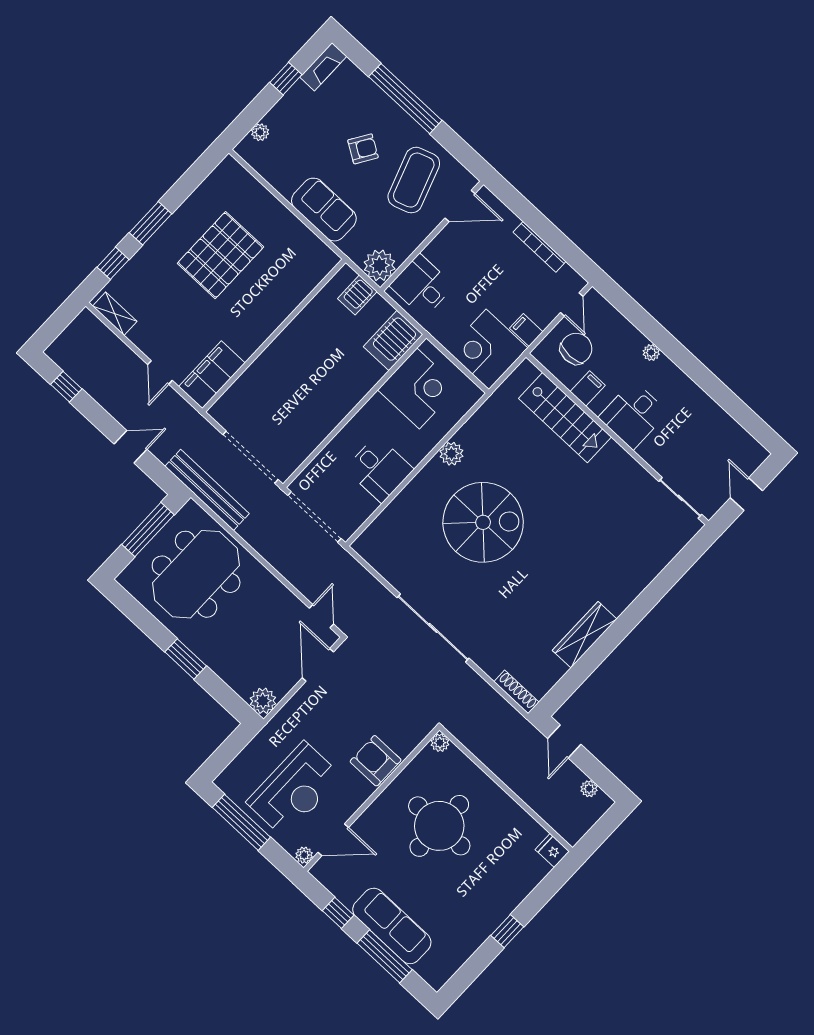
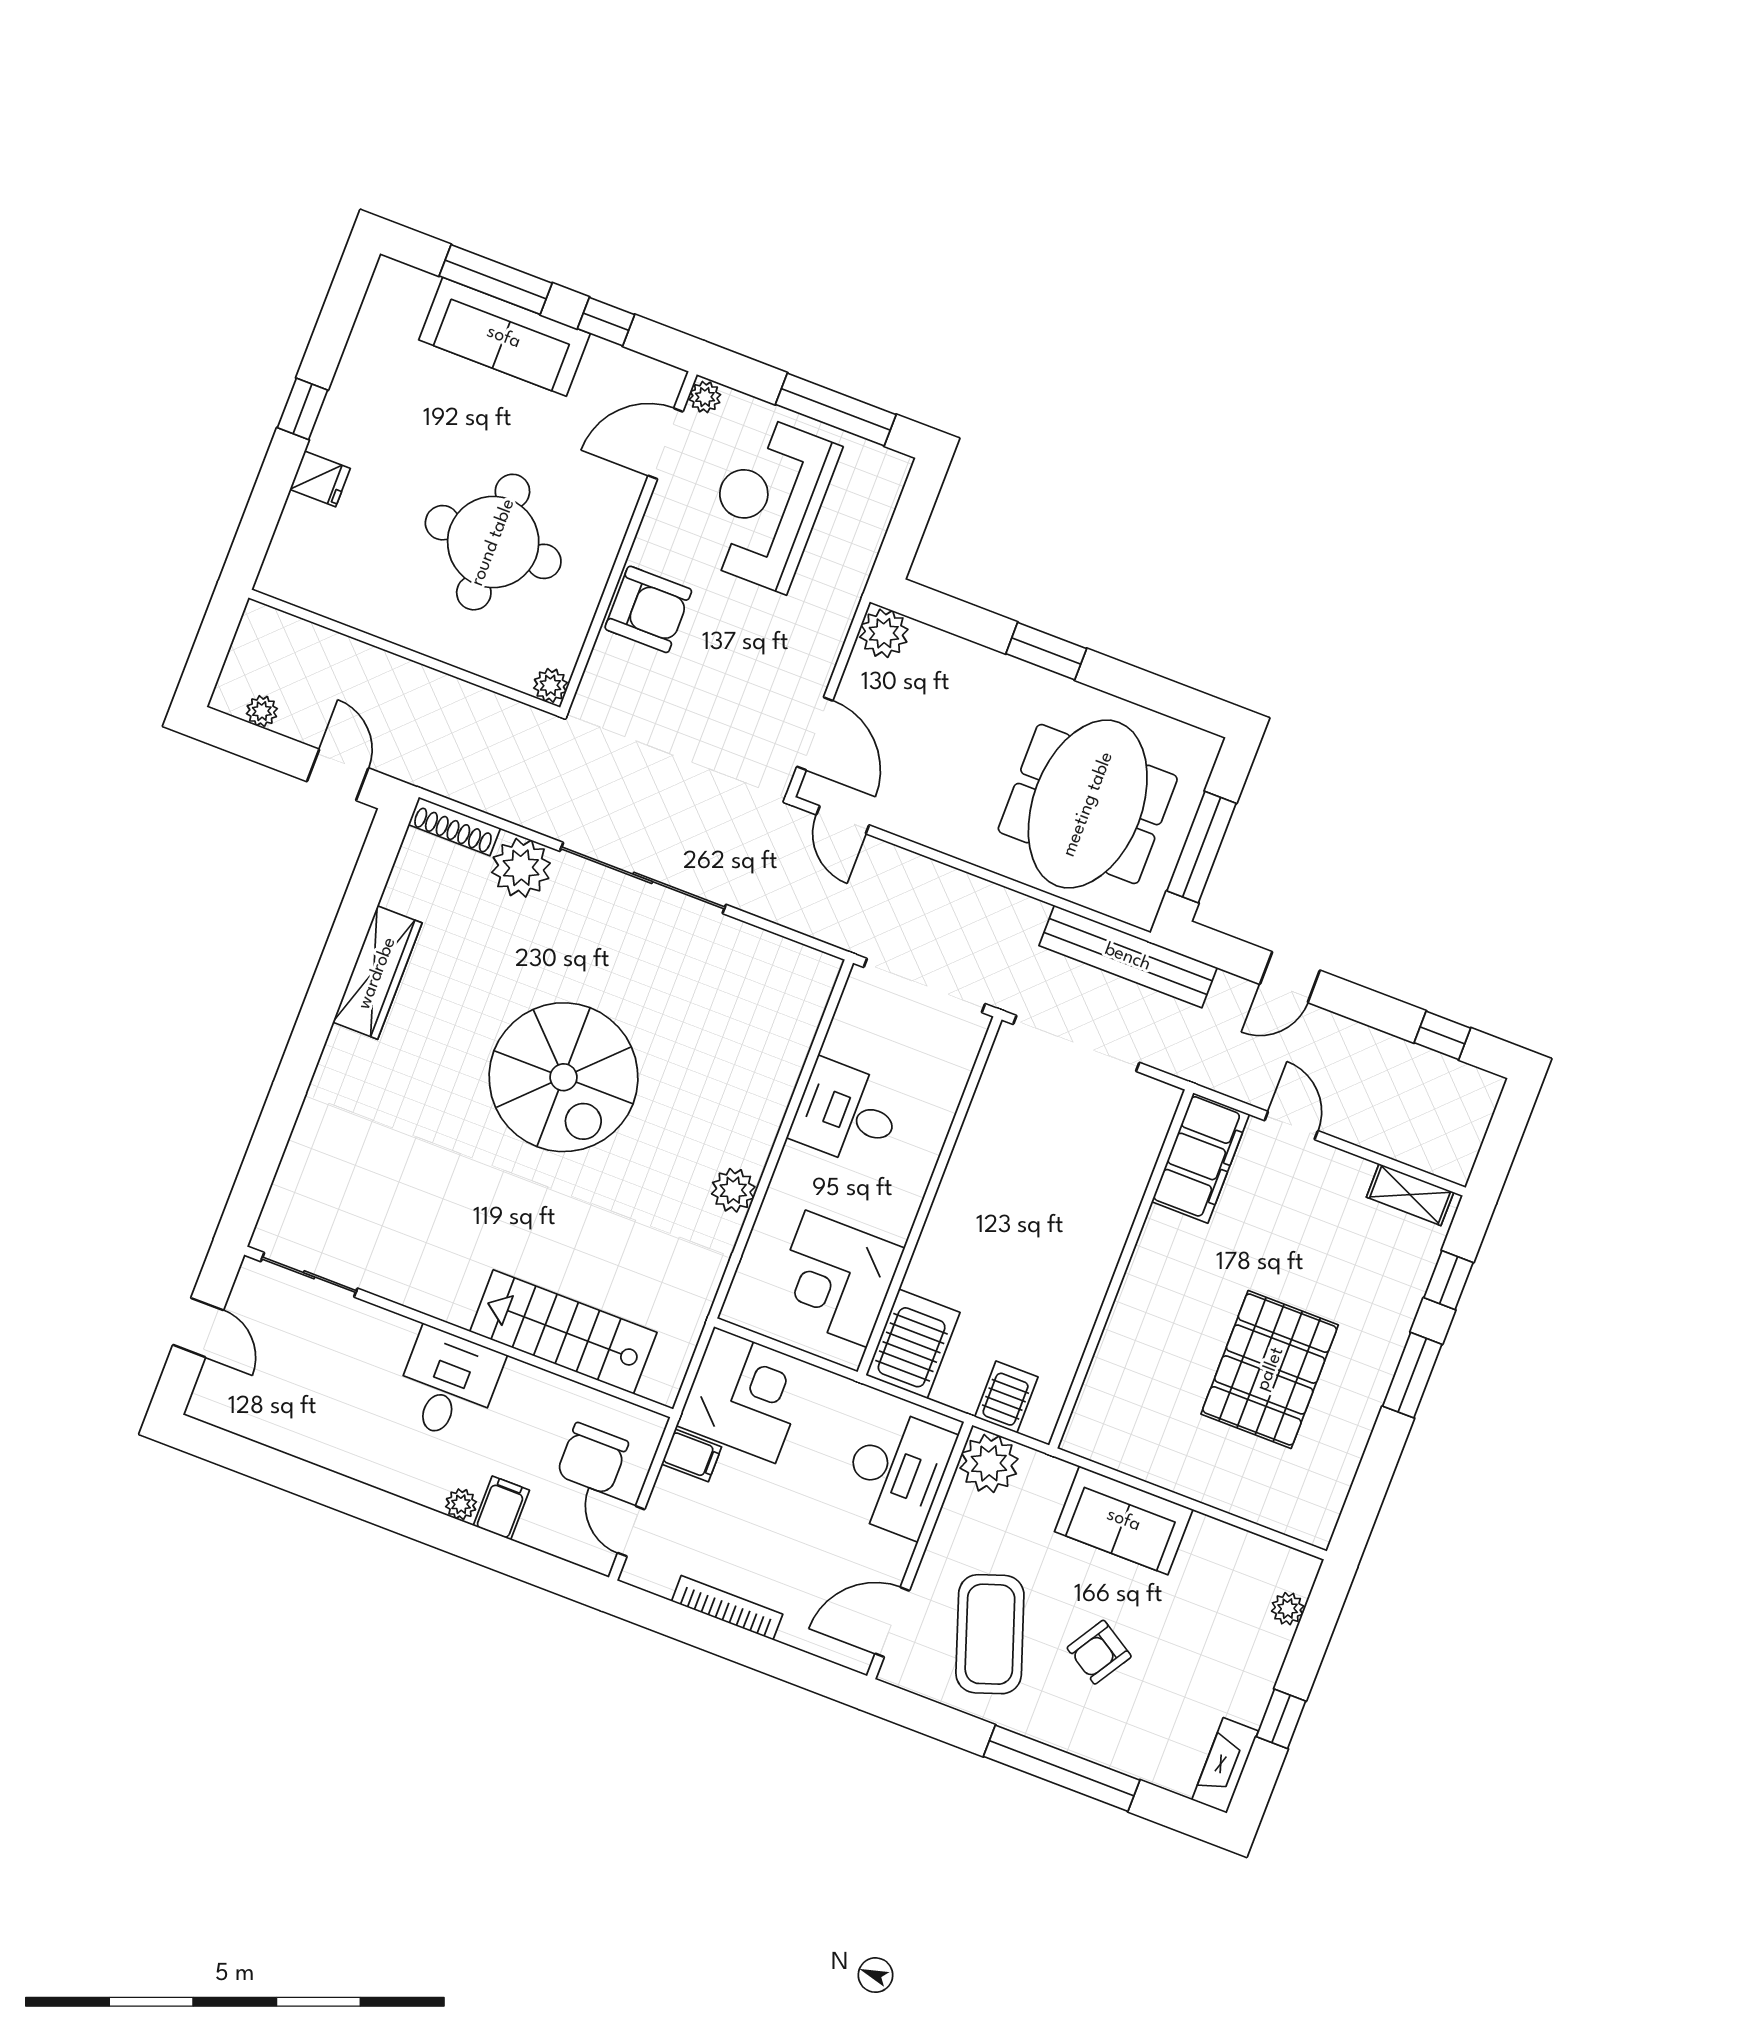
desk: (422, 286) -> (897, 1473), width x1.37
filing cabinet: (588, 388) -> (501, 1508), moved, turned 180
spiral stairs: (483, 522) -> (564, 1077), moved, turned -90
plant: (492, 658) -> (521, 868), added
fridge: (552, 850) -> (320, 479), moved

